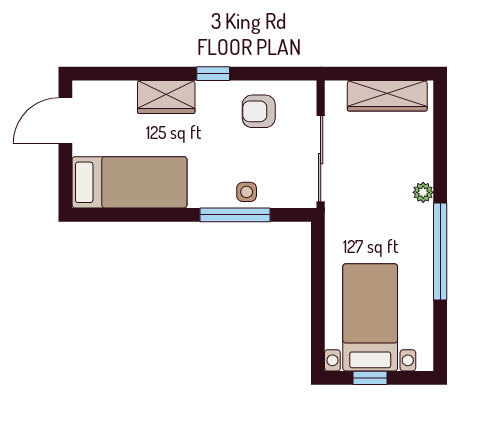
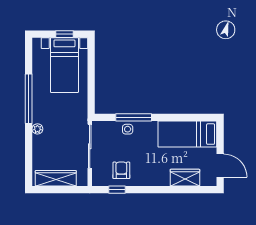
window: (213, 74) -> (117, 190), moved
wardrobe: (166, 97) -> (185, 178), moved
armchair: (259, 111) -> (121, 170), turned -90
door: (65, 121) -> (220, 166), hinge flipped

